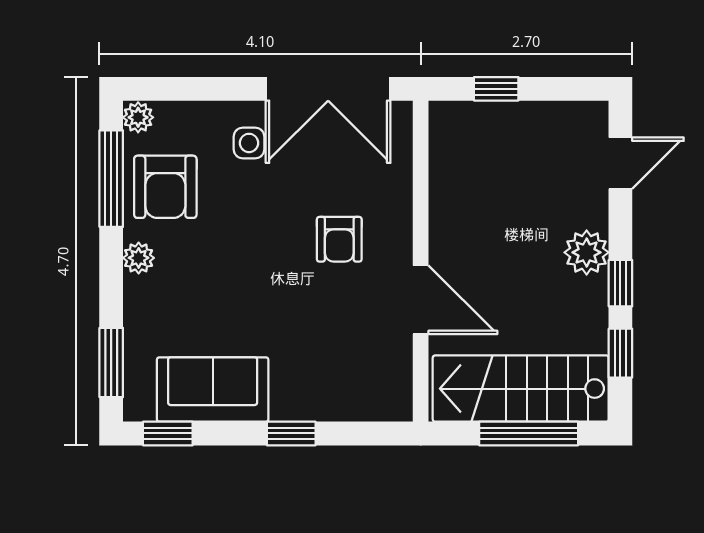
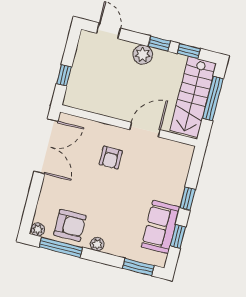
side table: (249, 143) -> (60, 185), removed
armchair: (339, 239) -> (111, 158), turned 90
window: (168, 433) -> (178, 236), moved

